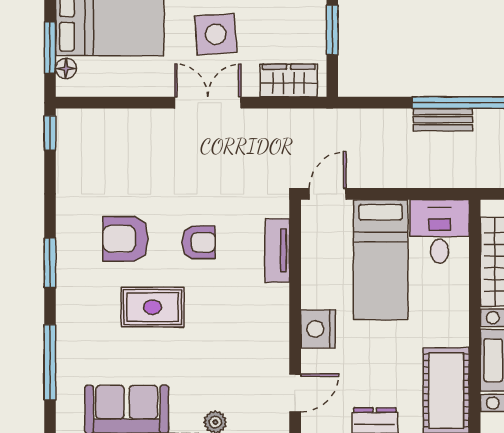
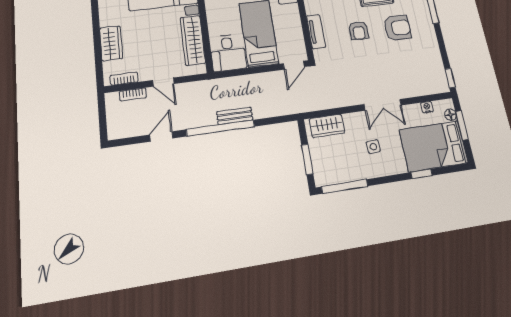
side table: (216, 34) -> (373, 147), width x0.54, depth x0.54
nightstand: (105, 88) -> (427, 107), added
double door: (208, 103) -> (383, 105), moved
armchair: (199, 242) -> (359, 31), turned -90

